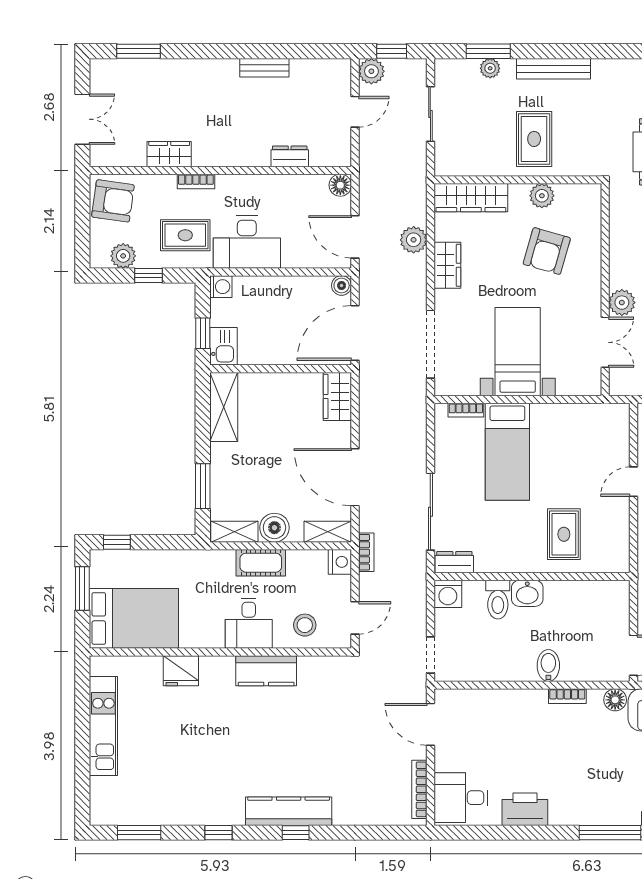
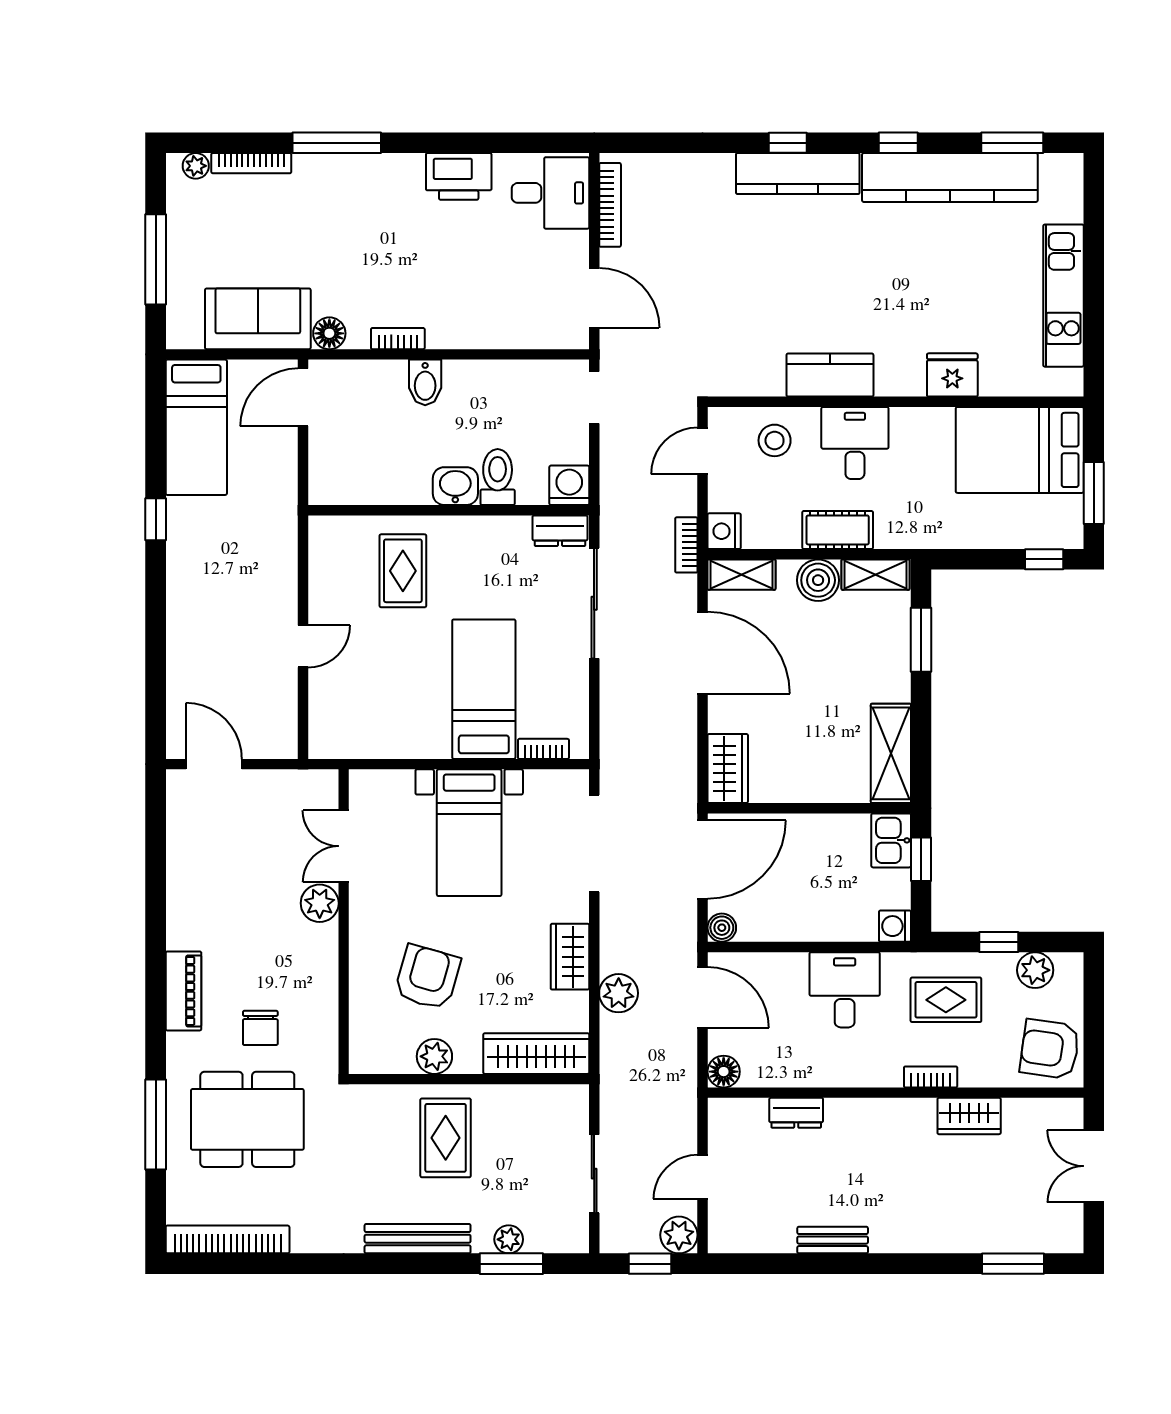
desk: (247, 242) -> (845, 990), width x0.73
kitchen counter: (183, 808) -> (950, 177), added

